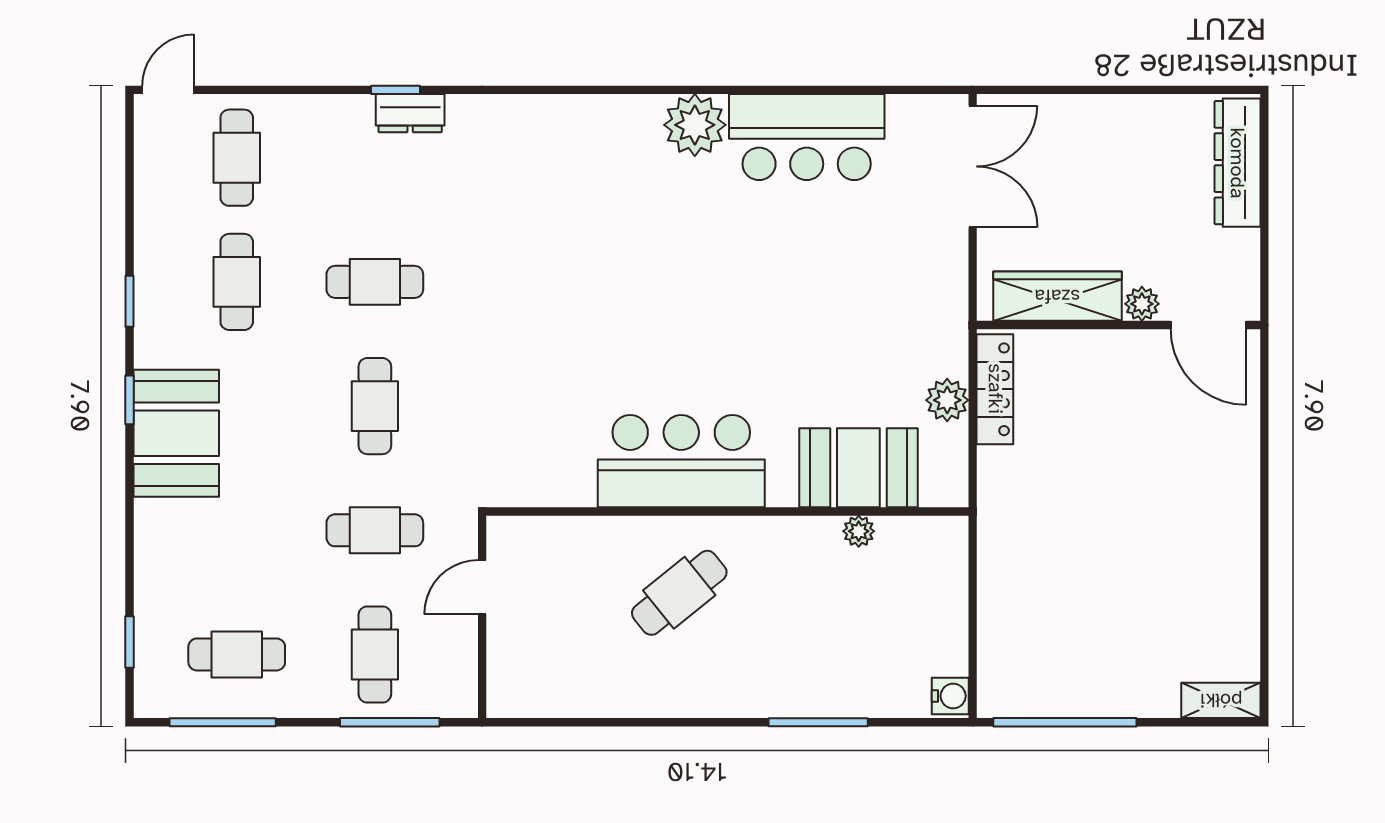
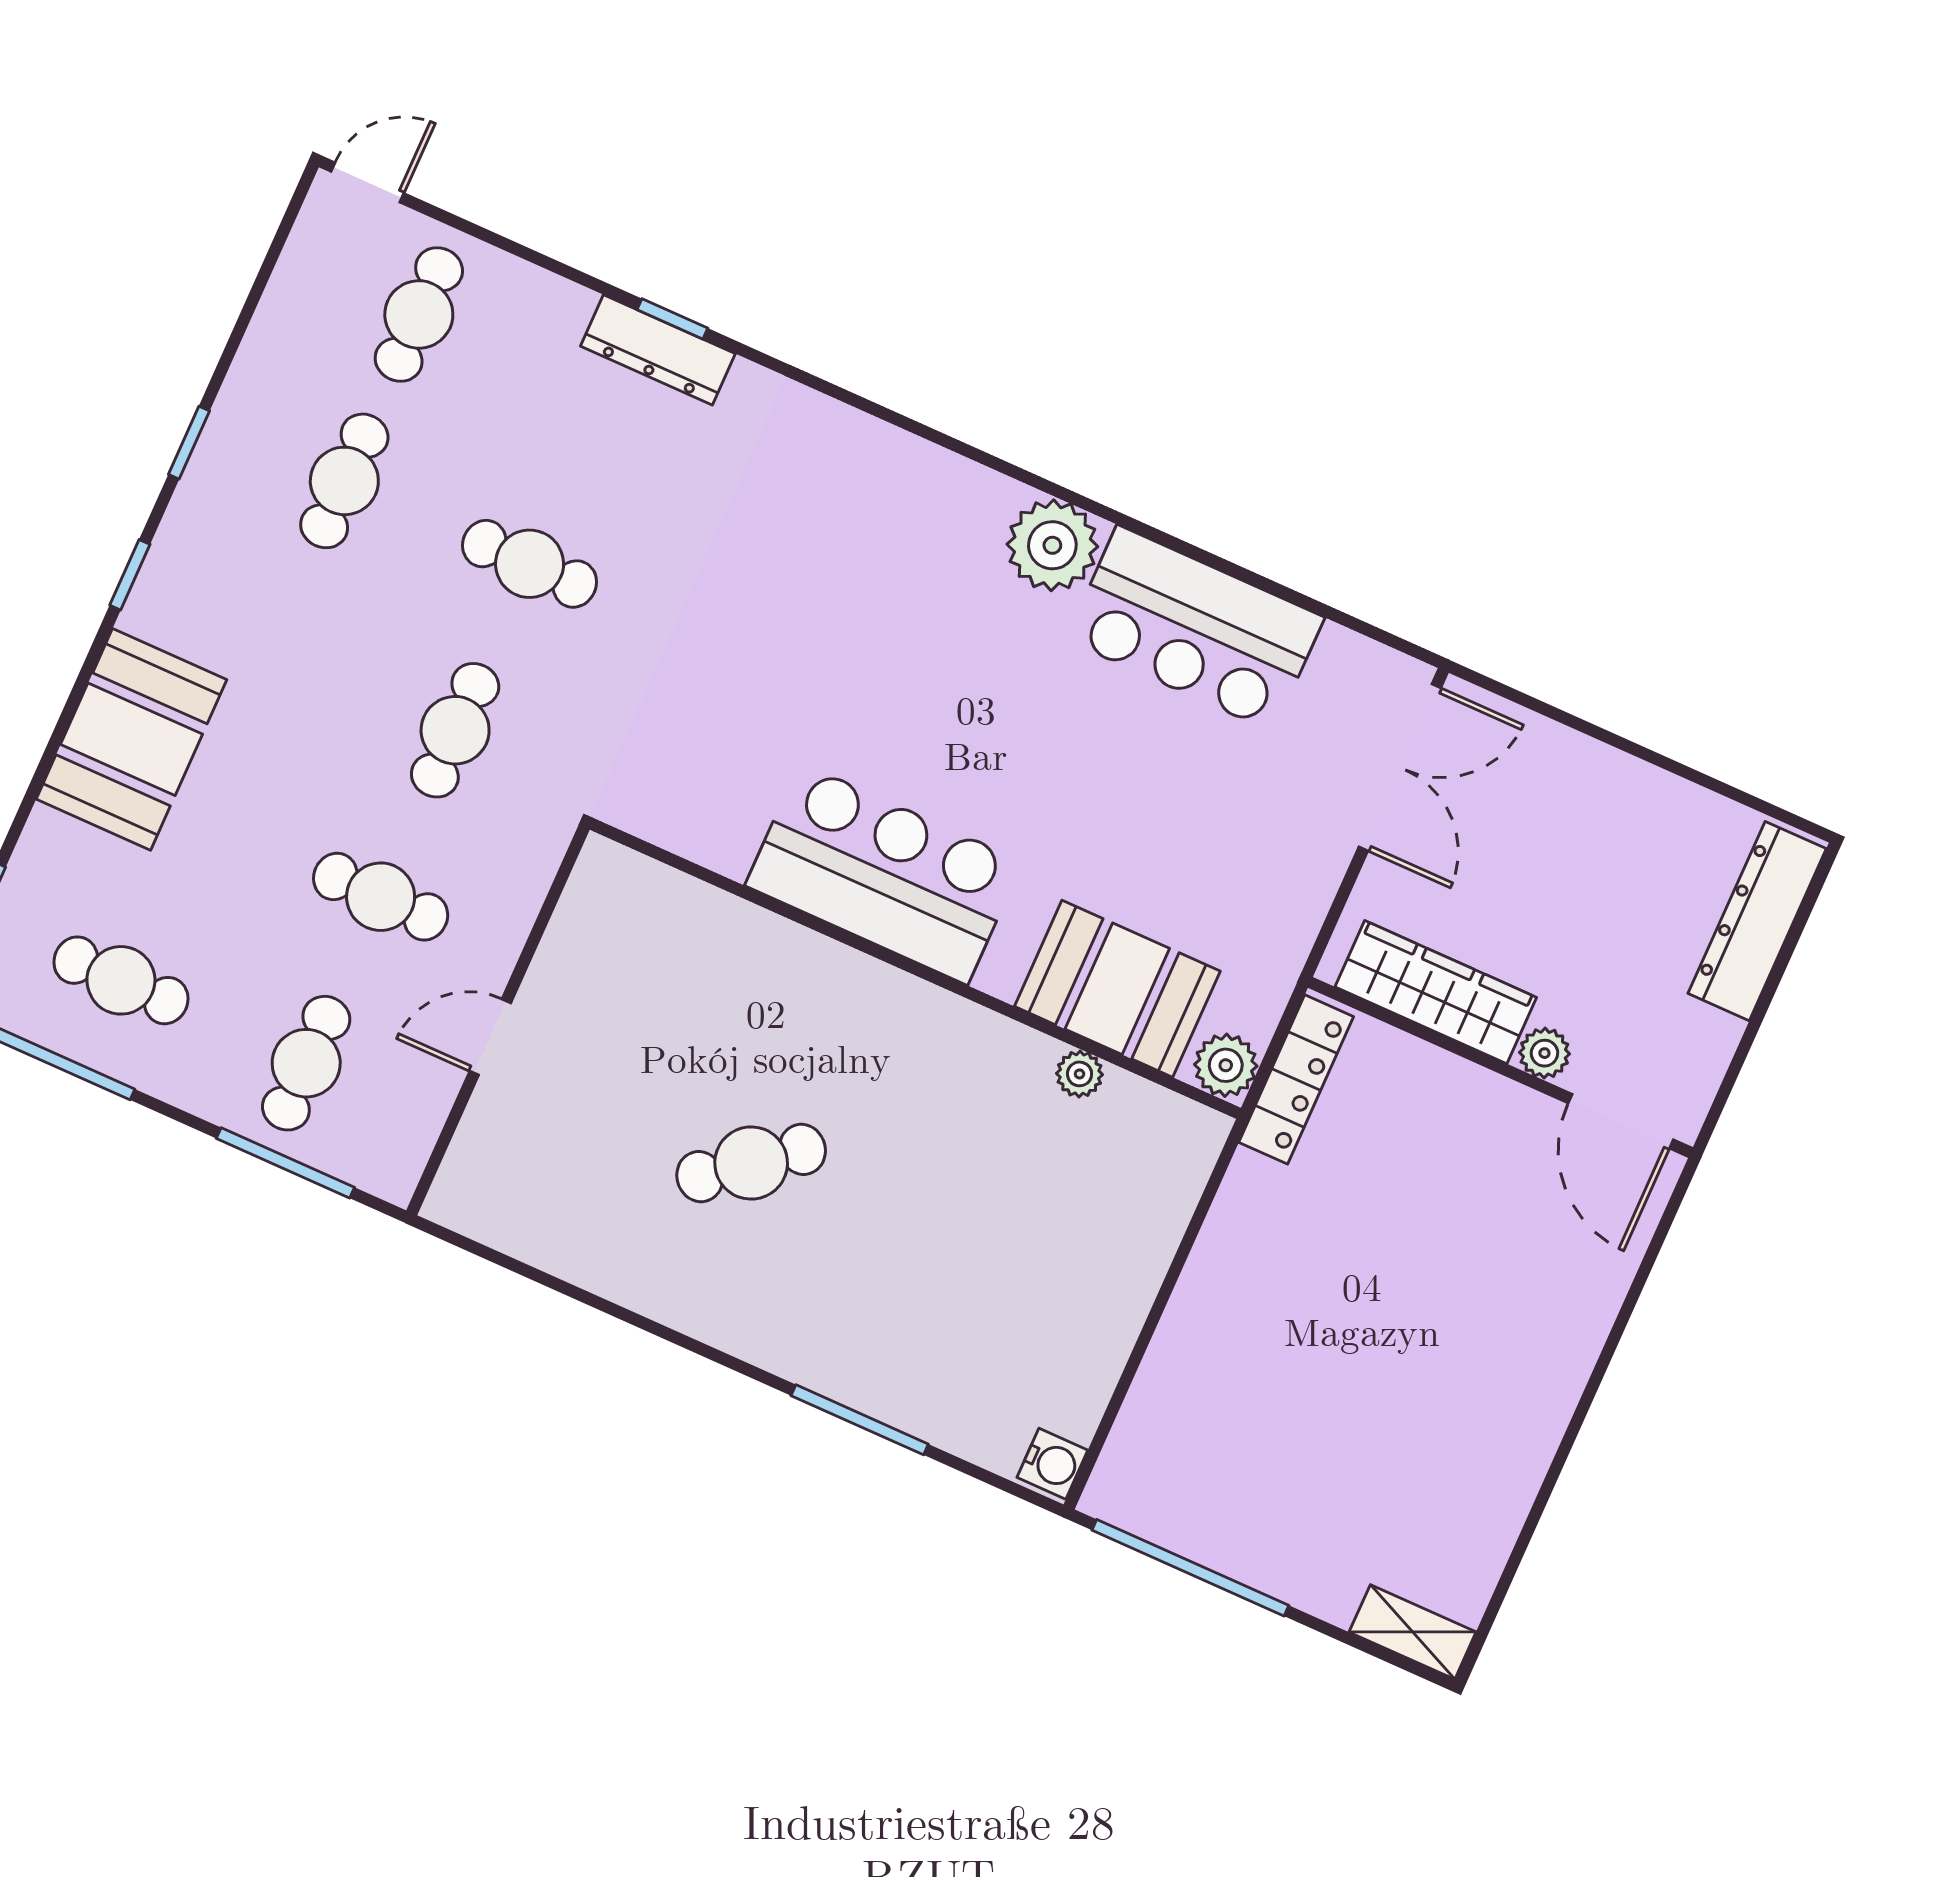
dresser: (410, 113) -> (658, 350), width x1.44
booth: (176, 433) -> (131, 739), moved
bar counter: (681, 461) -> (884, 874), moved
booth: (858, 468) -> (1117, 989), moved
wall: (727, 511) -> (915, 969), moved
plant: (859, 531) -> (1080, 1074), moved

